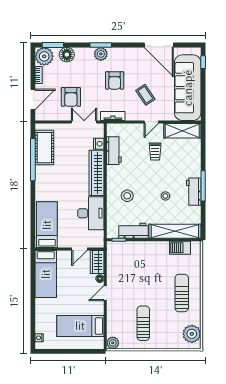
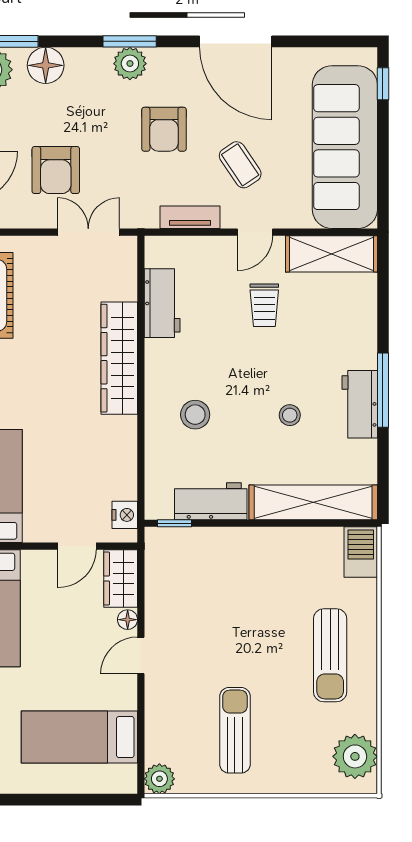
door: (159, 45) -> (236, 41), moved
tv unit: (113, 116) -> (190, 217), moved
nightstand: (99, 144) -> (125, 515), moved
desk: (91, 213) -> (105, 458), removed
barbecue: (180, 248) -> (361, 552), moved, turned 90
sun lounger: (182, 293) -> (330, 655), turned 180

